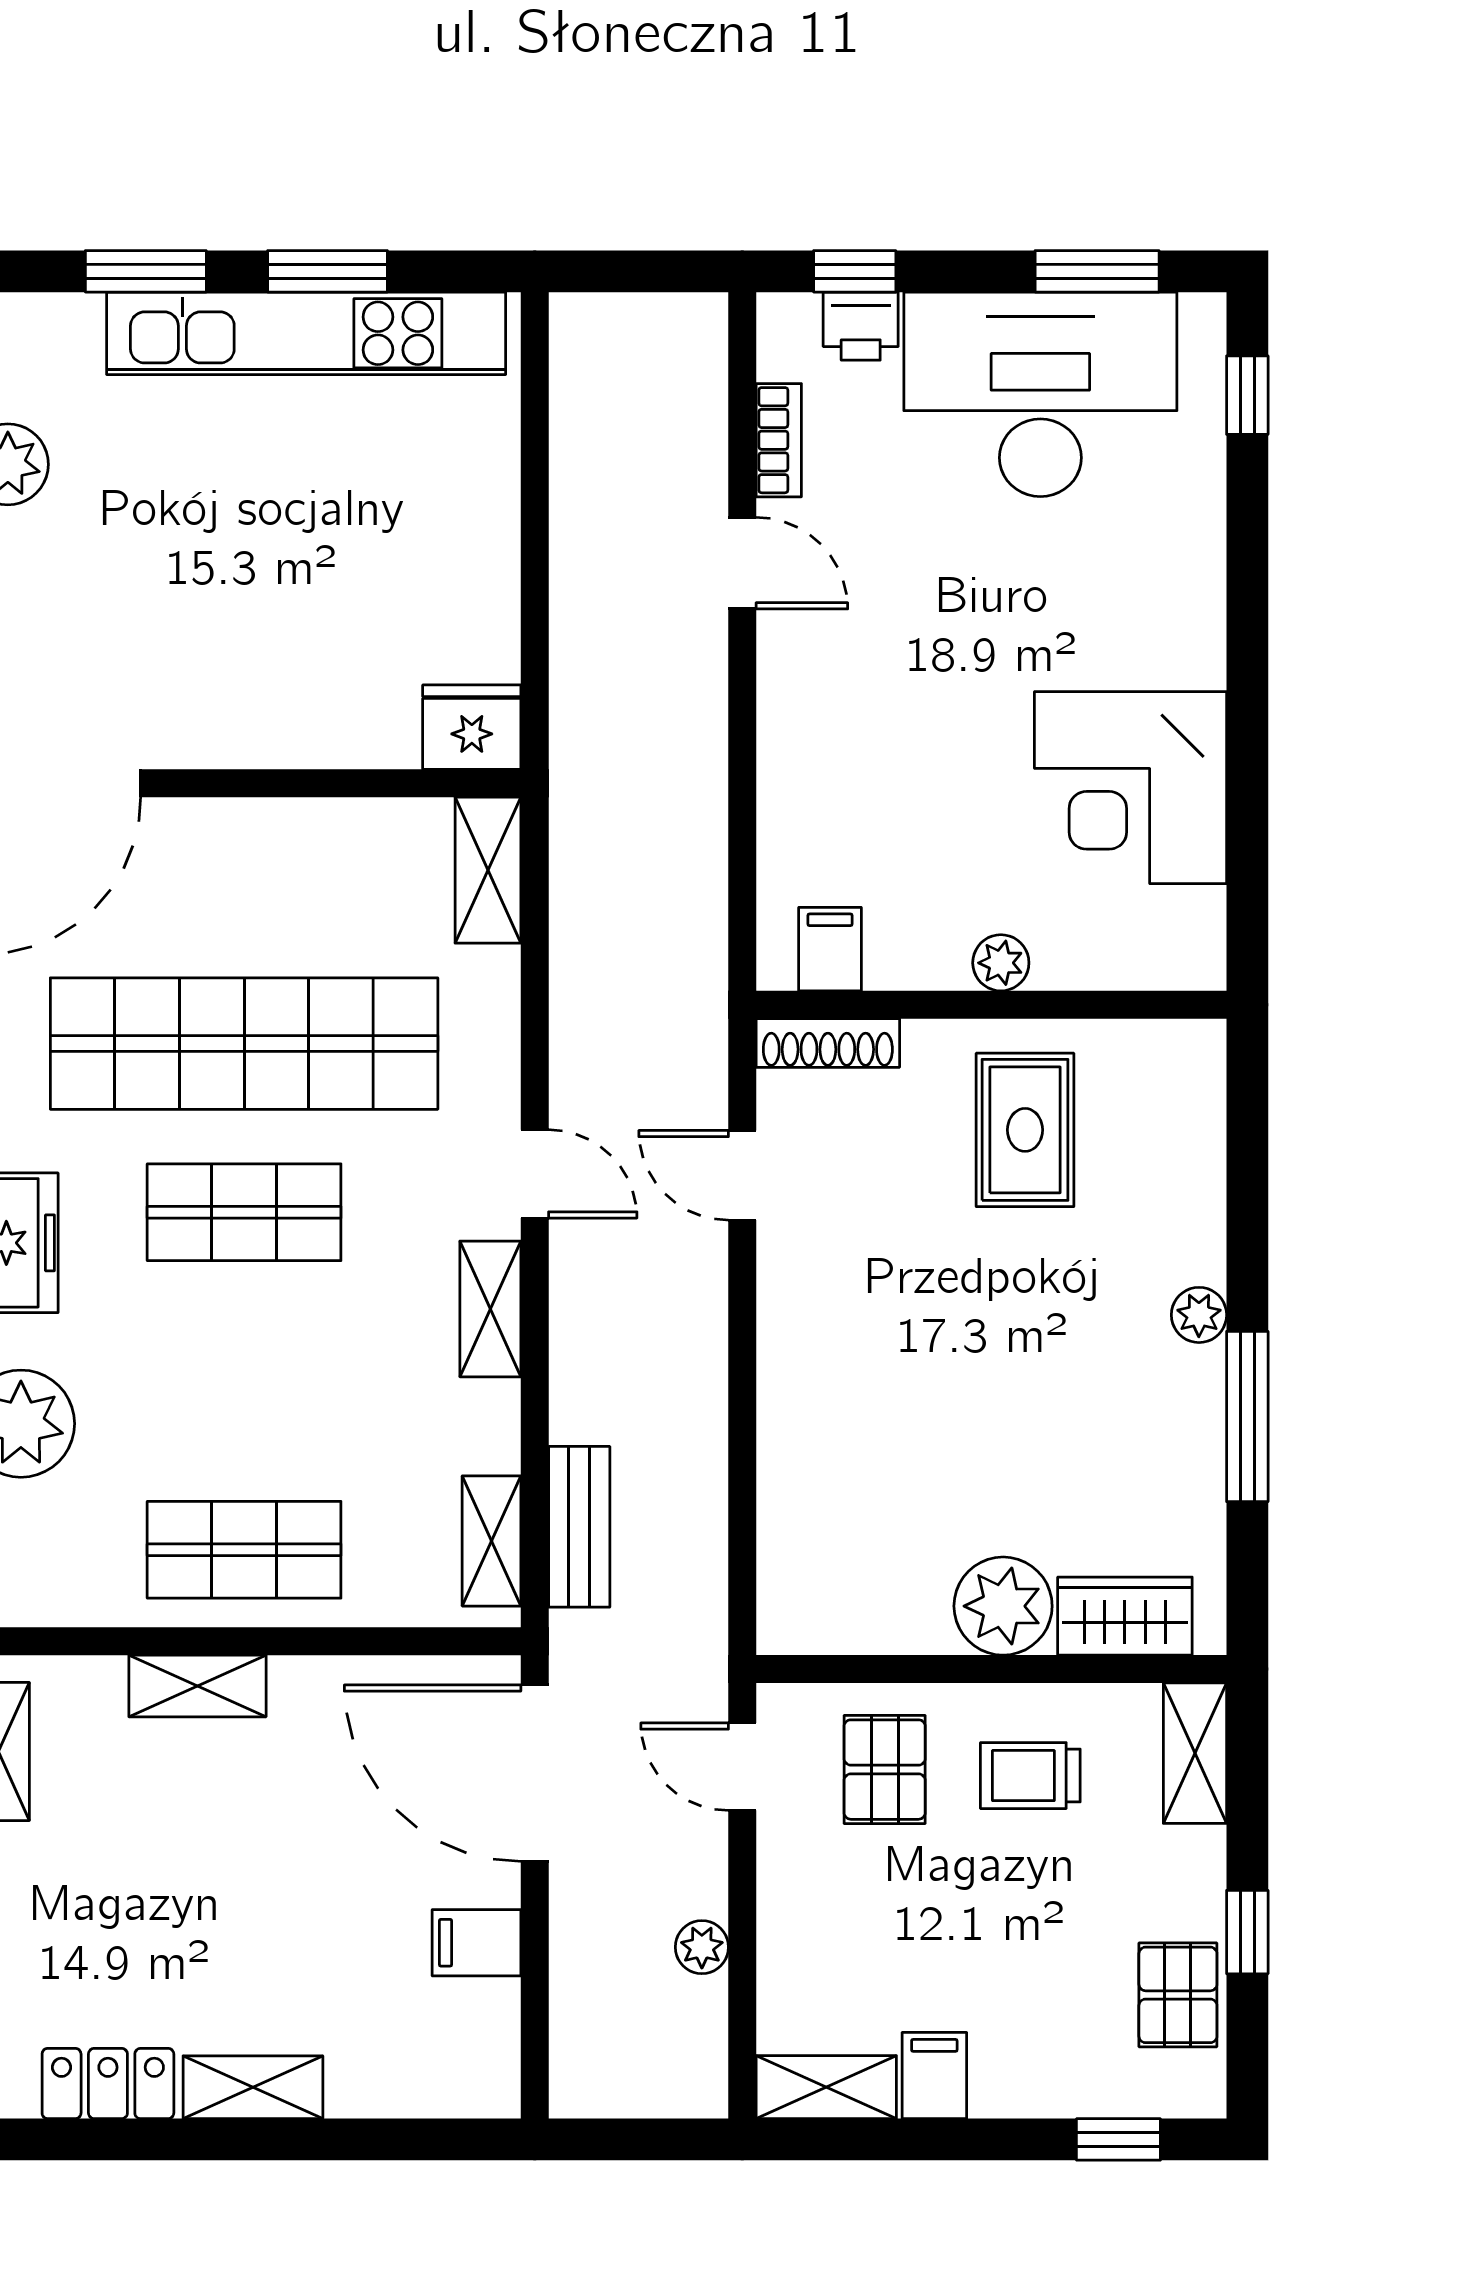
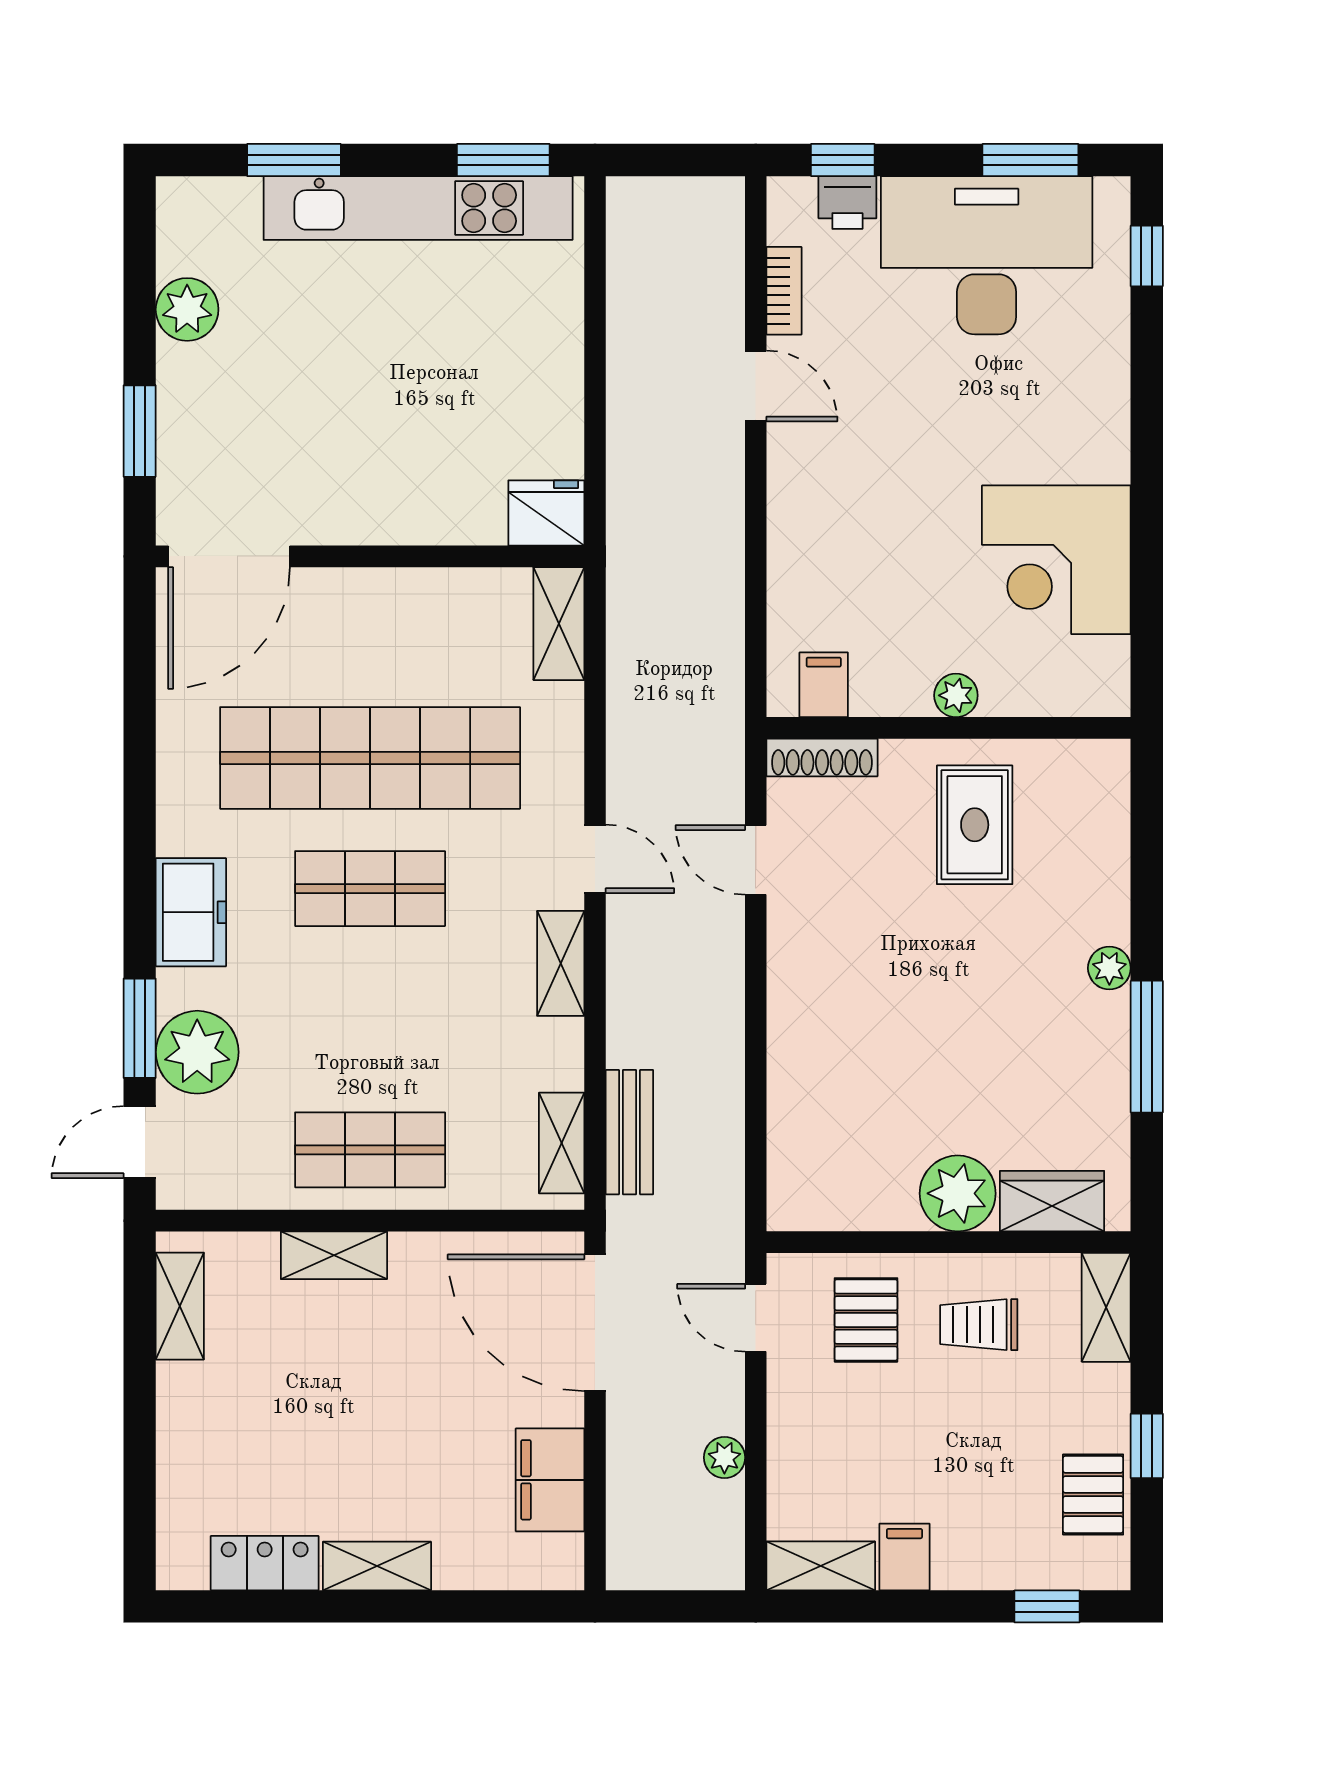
window: (328, 271) -> (503, 160), moved
filing cabinet: (477, 1943) -> (550, 1480), width x2.00

